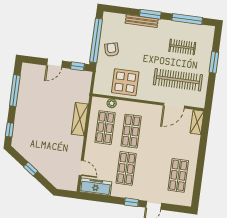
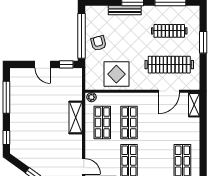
clothes rail: (182, 47) -> (169, 31), width x1.36
door: (54, 63) -> (43, 64), hinge flipped
plant: (112, 103) -> (92, 97), moved

